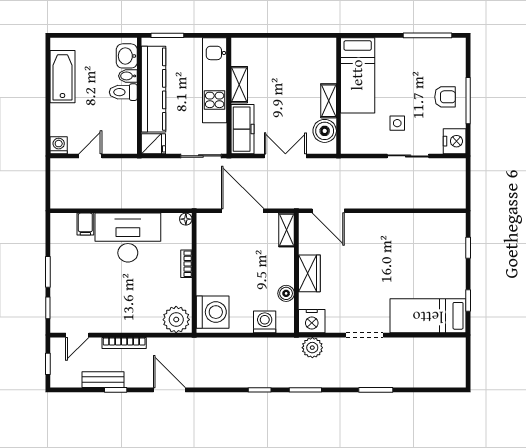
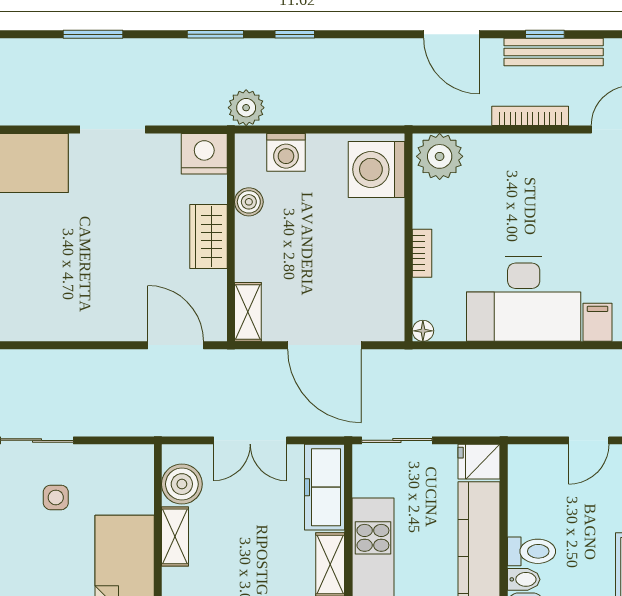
plant: (312, 348) -> (246, 108), moved
bench: (103, 380) -> (554, 52), width x1.36

